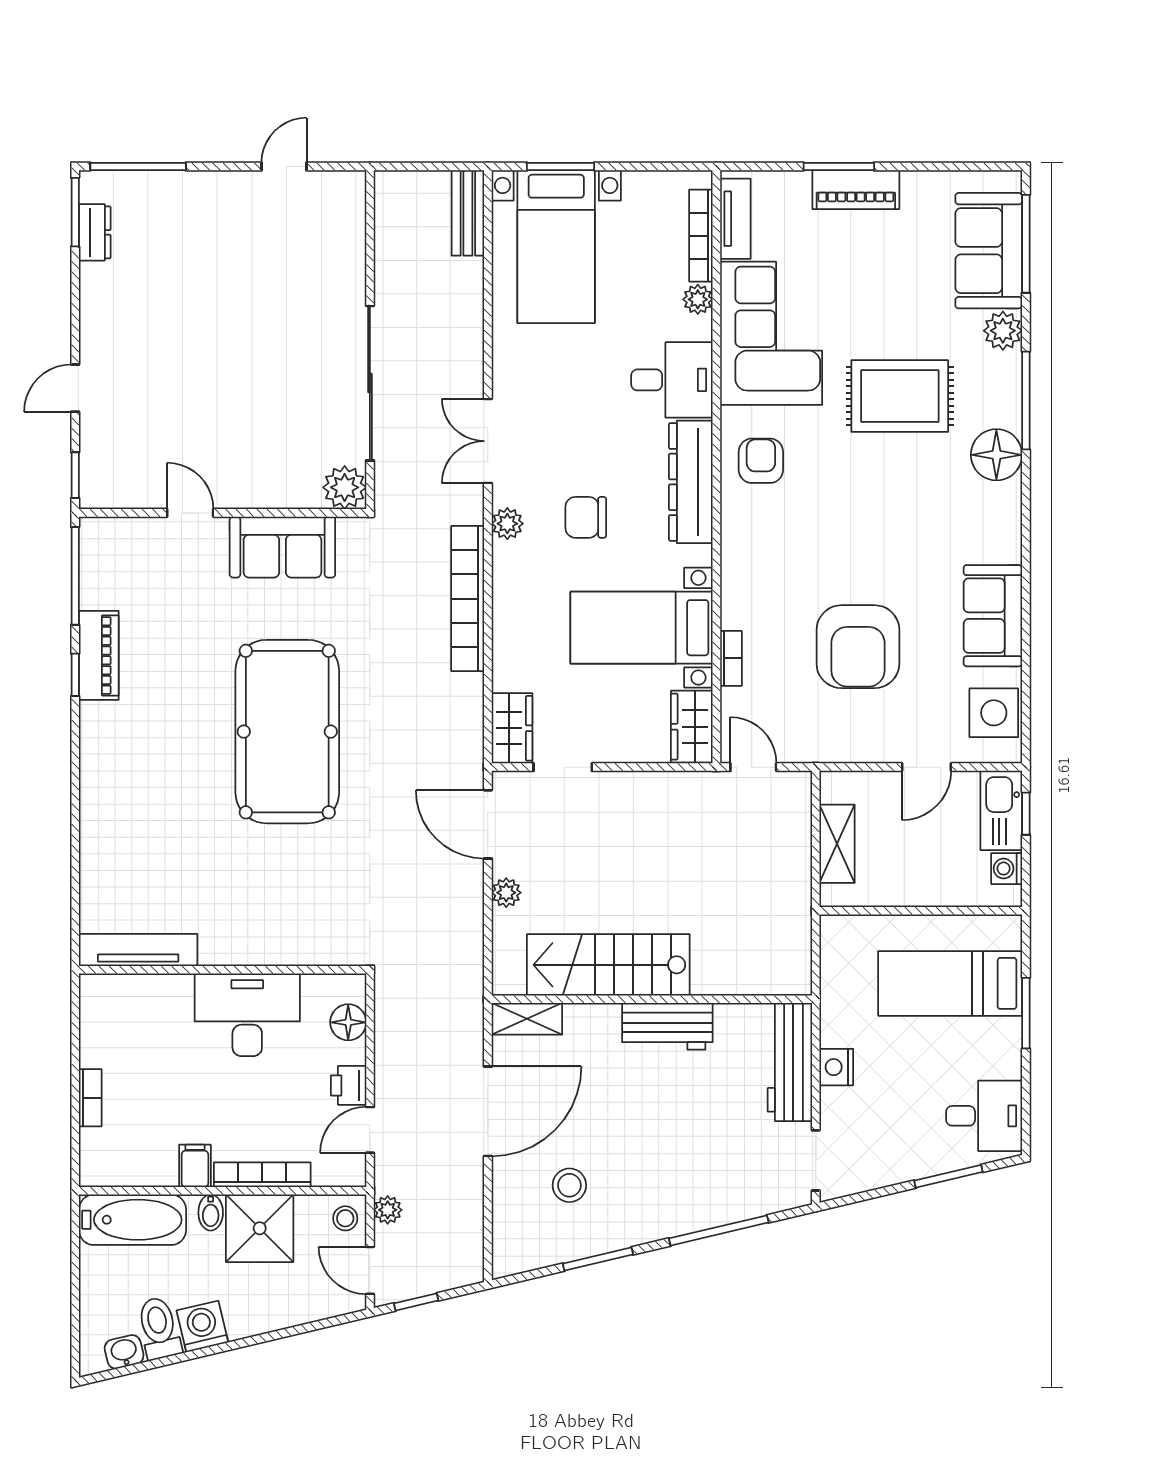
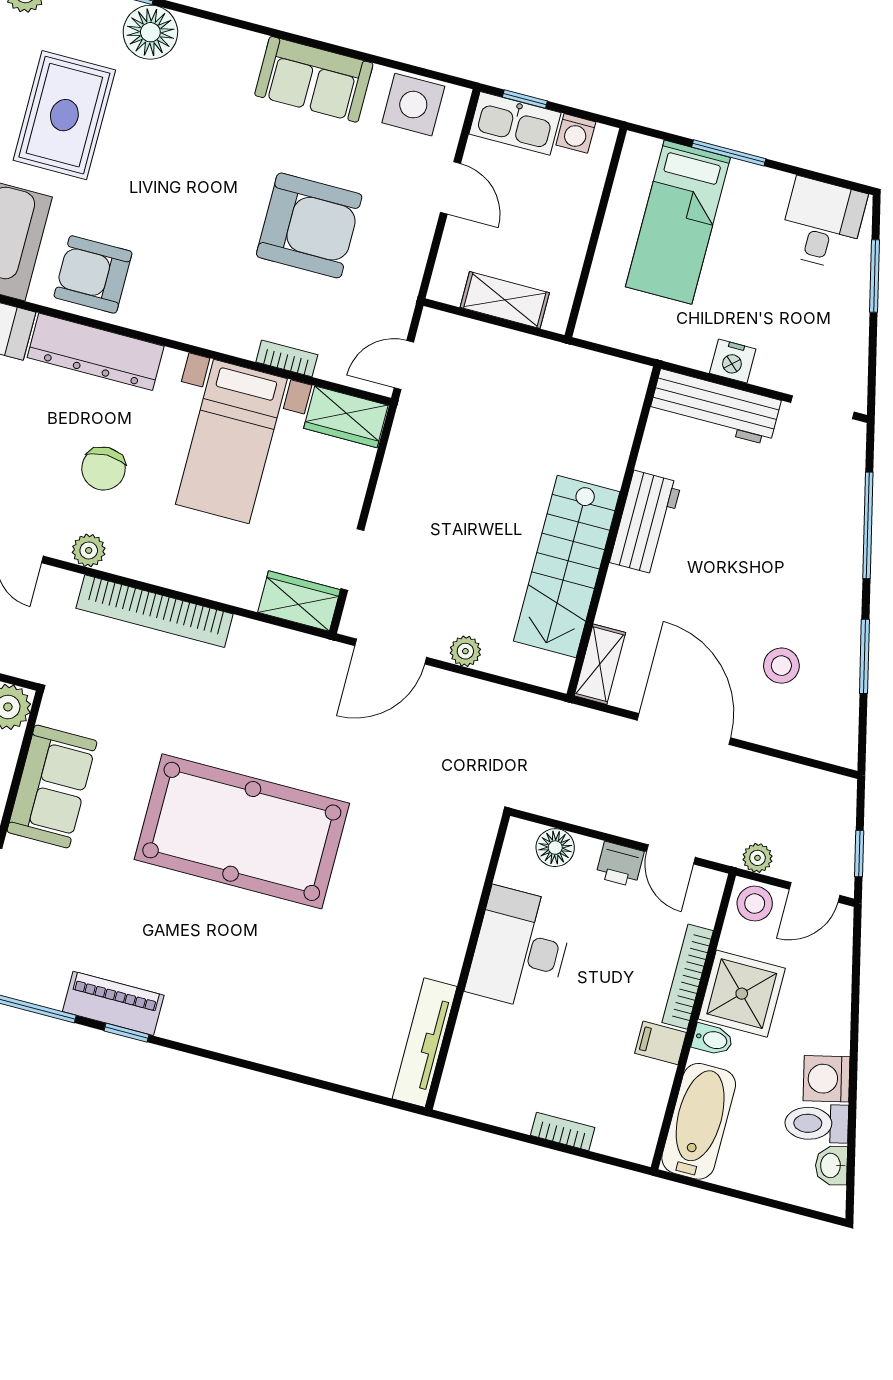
armchair: (761, 461) -> (93, 274), width x1.38, depth x1.38
stool: (345, 1218) -> (755, 904), width x1.37, depth x1.37

